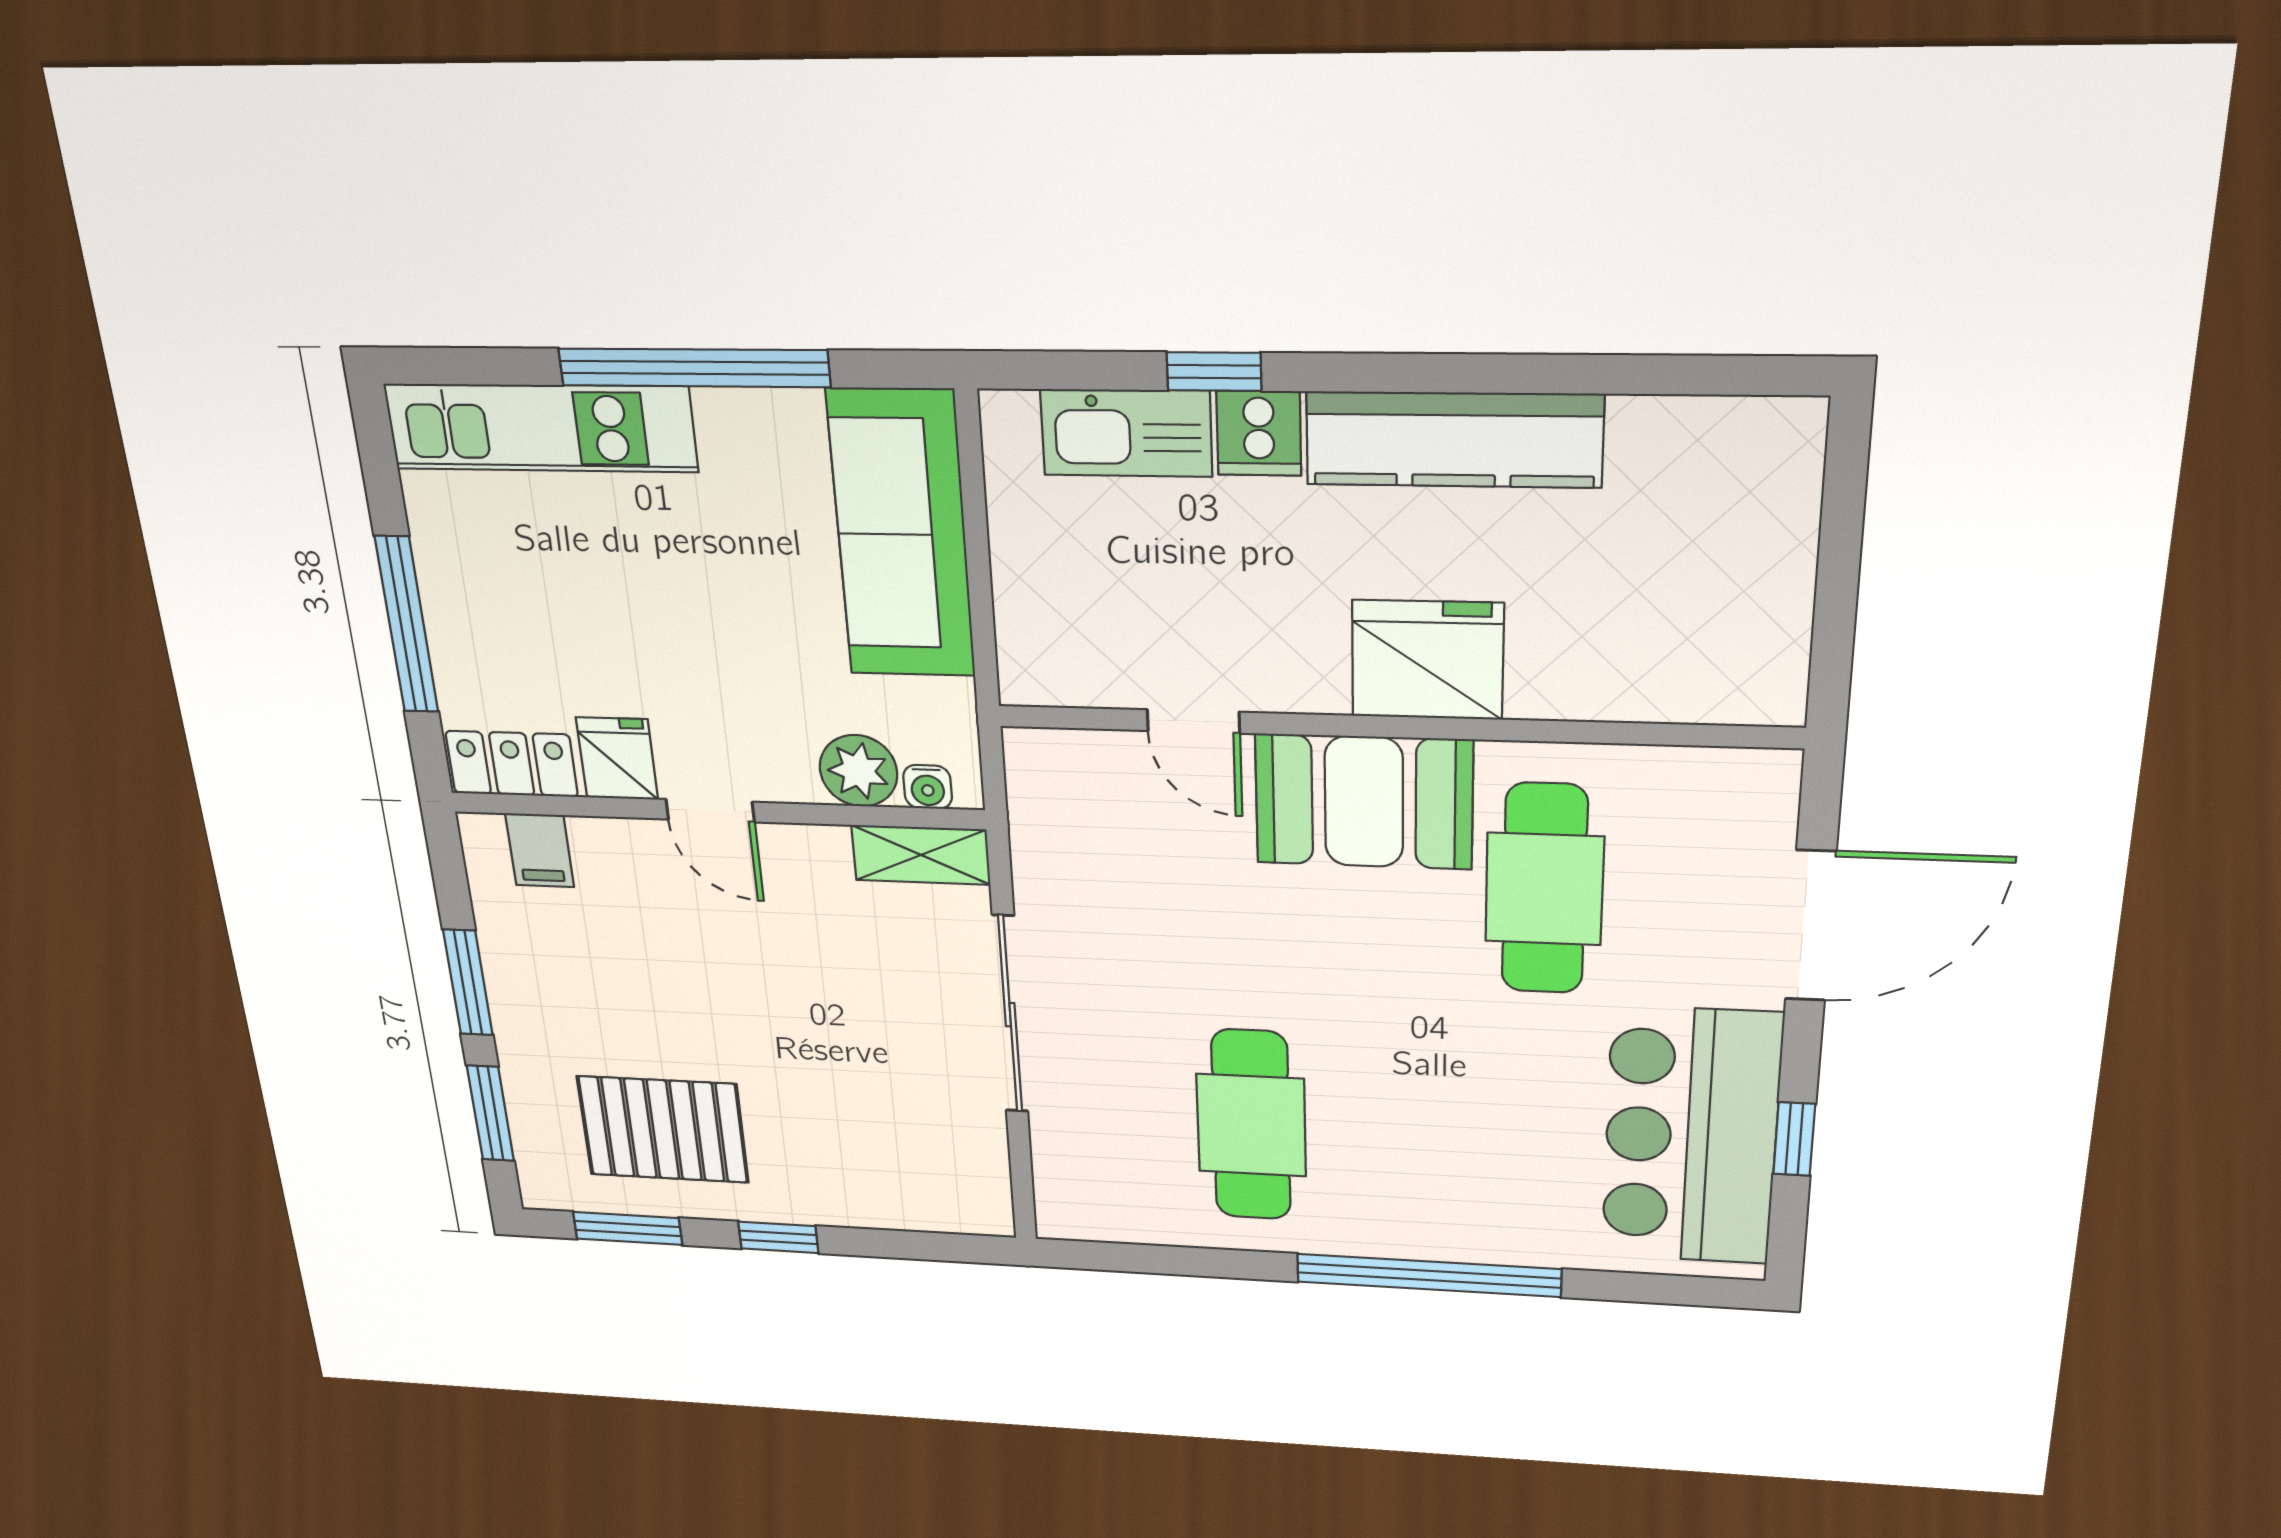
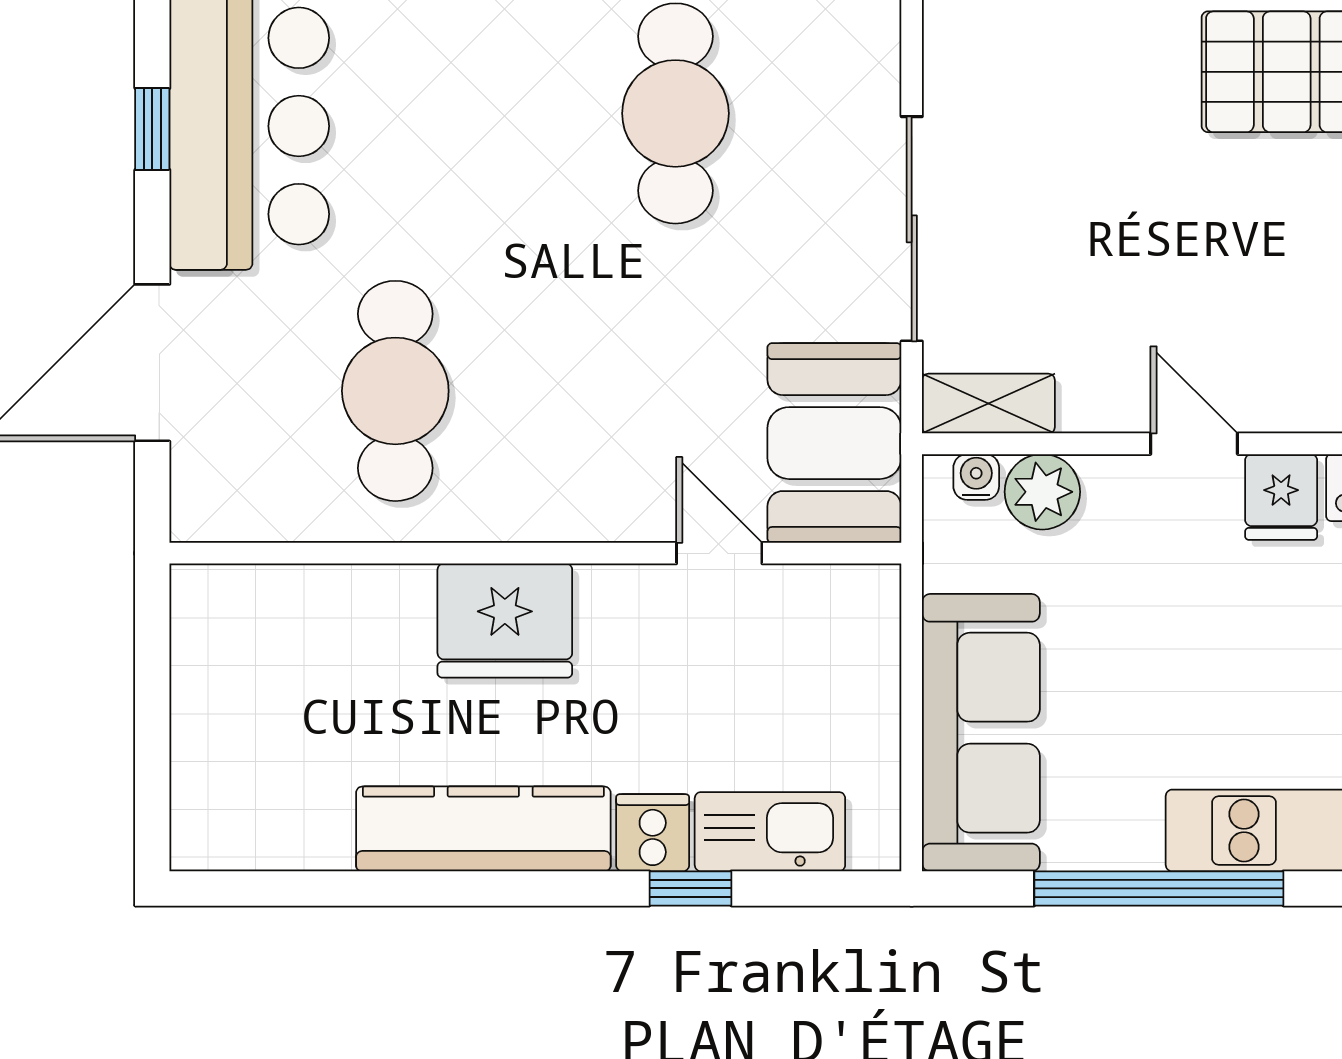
booth: (1364, 802) -> (834, 443), moved, turned 90

